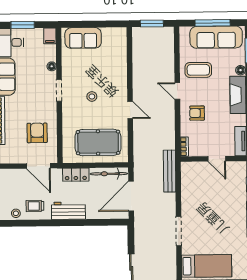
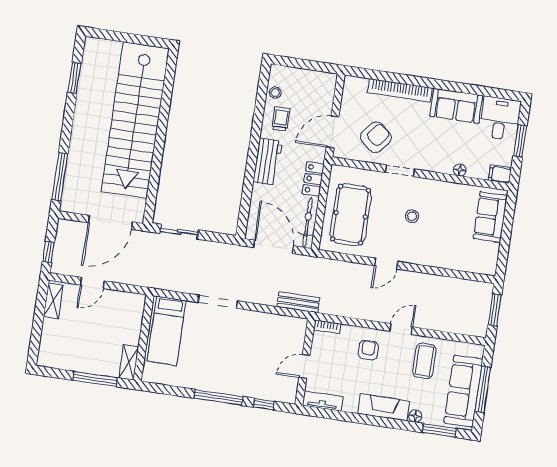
doorway: (59, 90) -> (400, 171), moved
armchair: (37, 133) -> (376, 137), turned -51
bench: (170, 171) -> (298, 302), width x0.73

